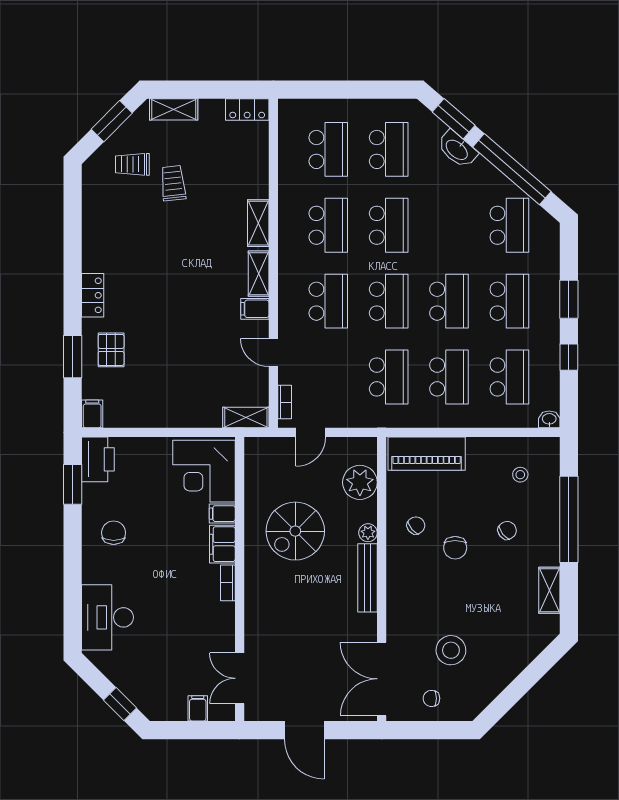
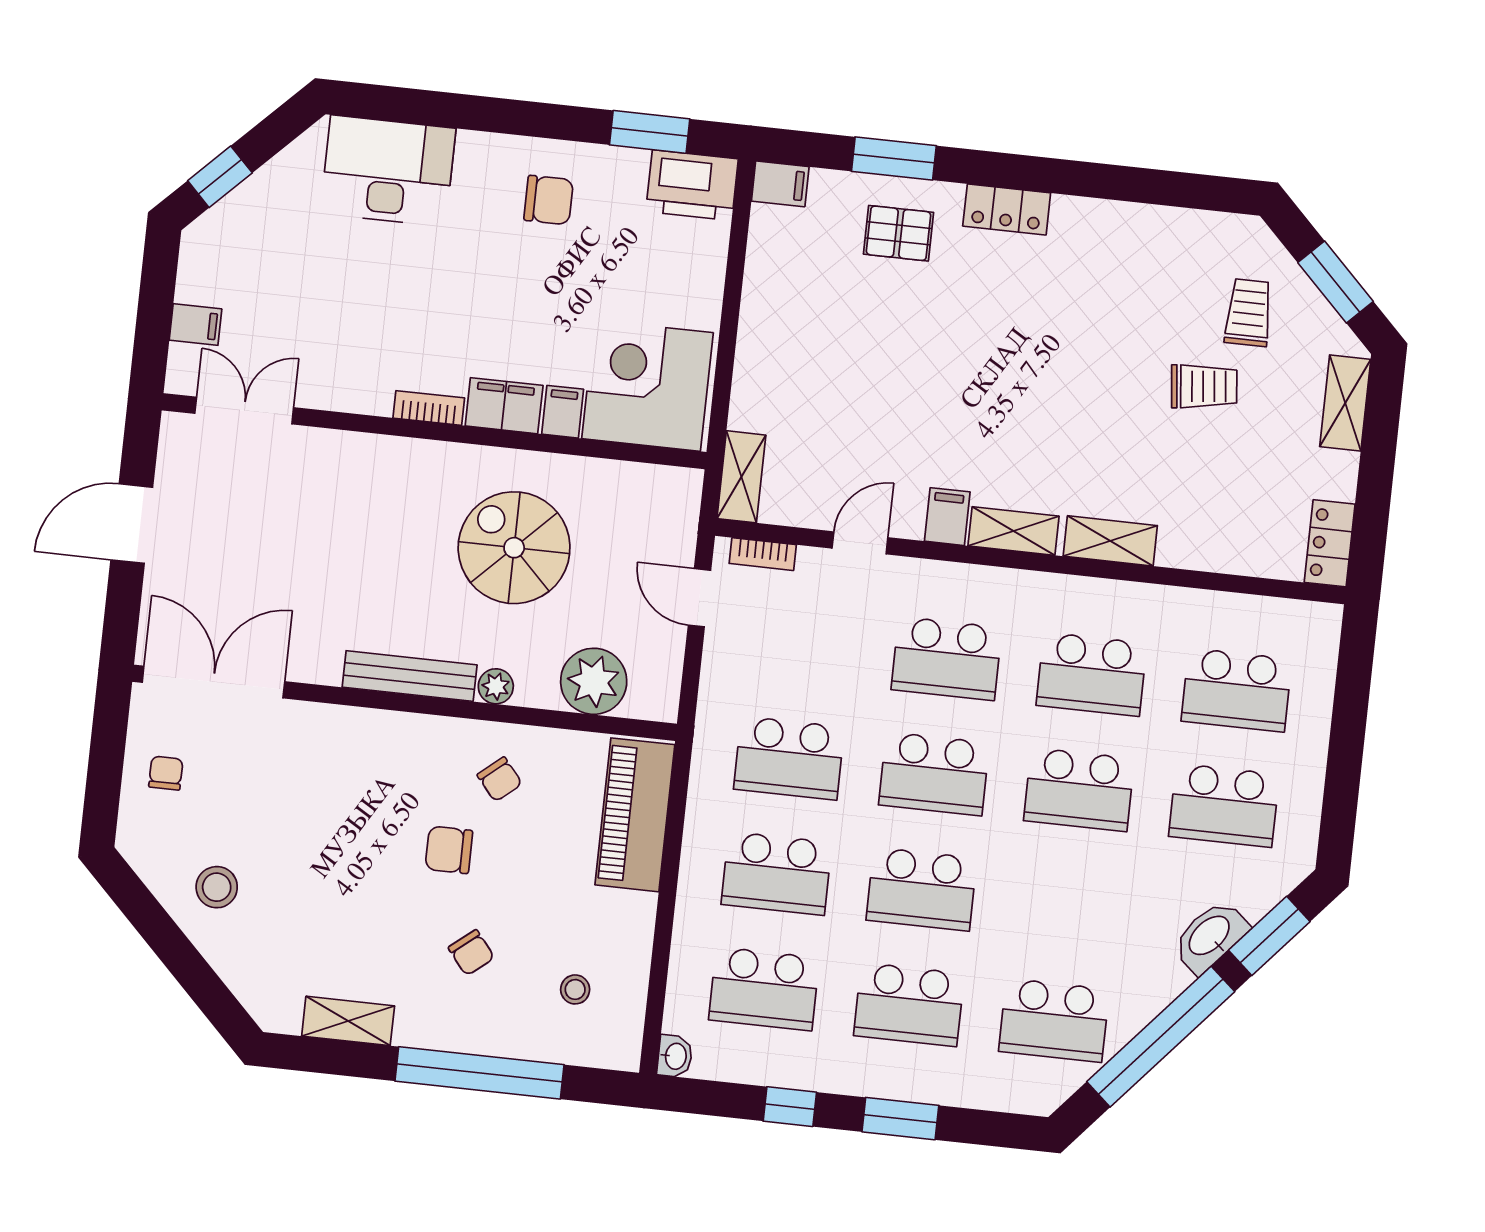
stool: (451, 650) -> (217, 887), moved, width x0.73, depth x0.73

